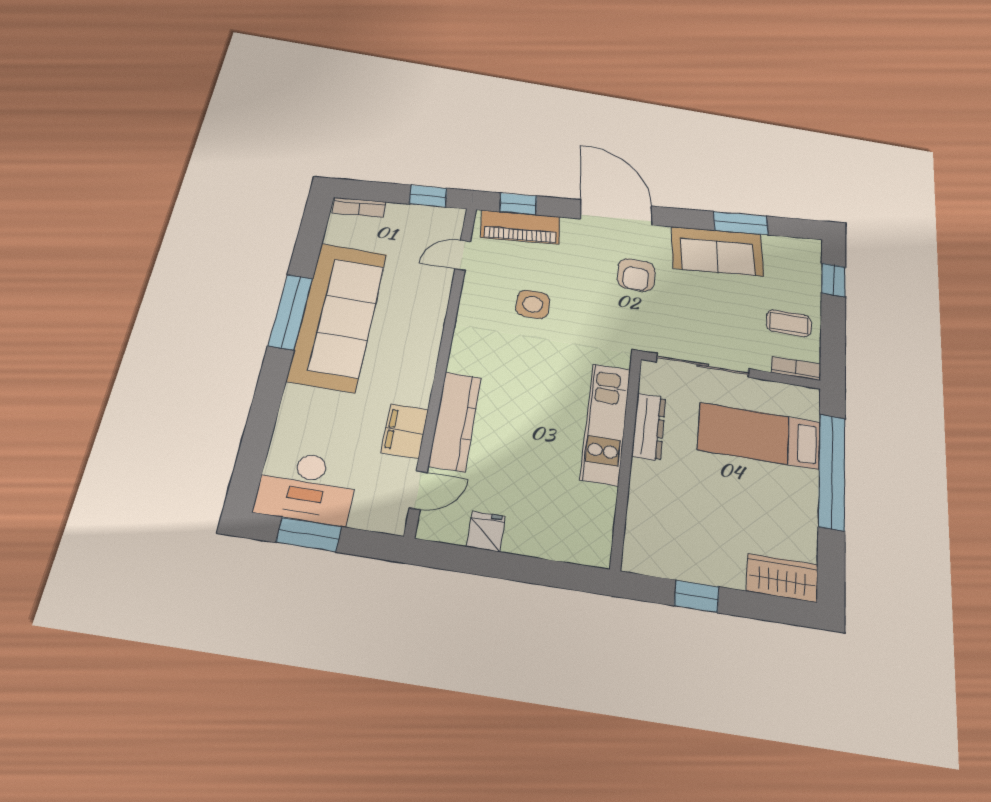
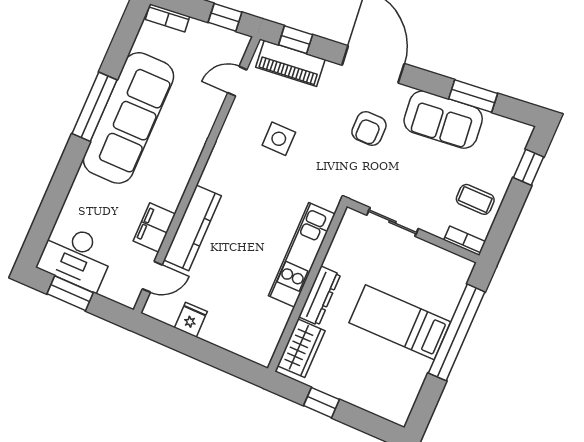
sliding door: (703, 365) -> (393, 222), width x0.73
dresser: (649, 427) -> (320, 296), moved
bed: (759, 436) -> (400, 322), moved
wardrobe: (782, 578) -> (301, 348), moved, turned 90

